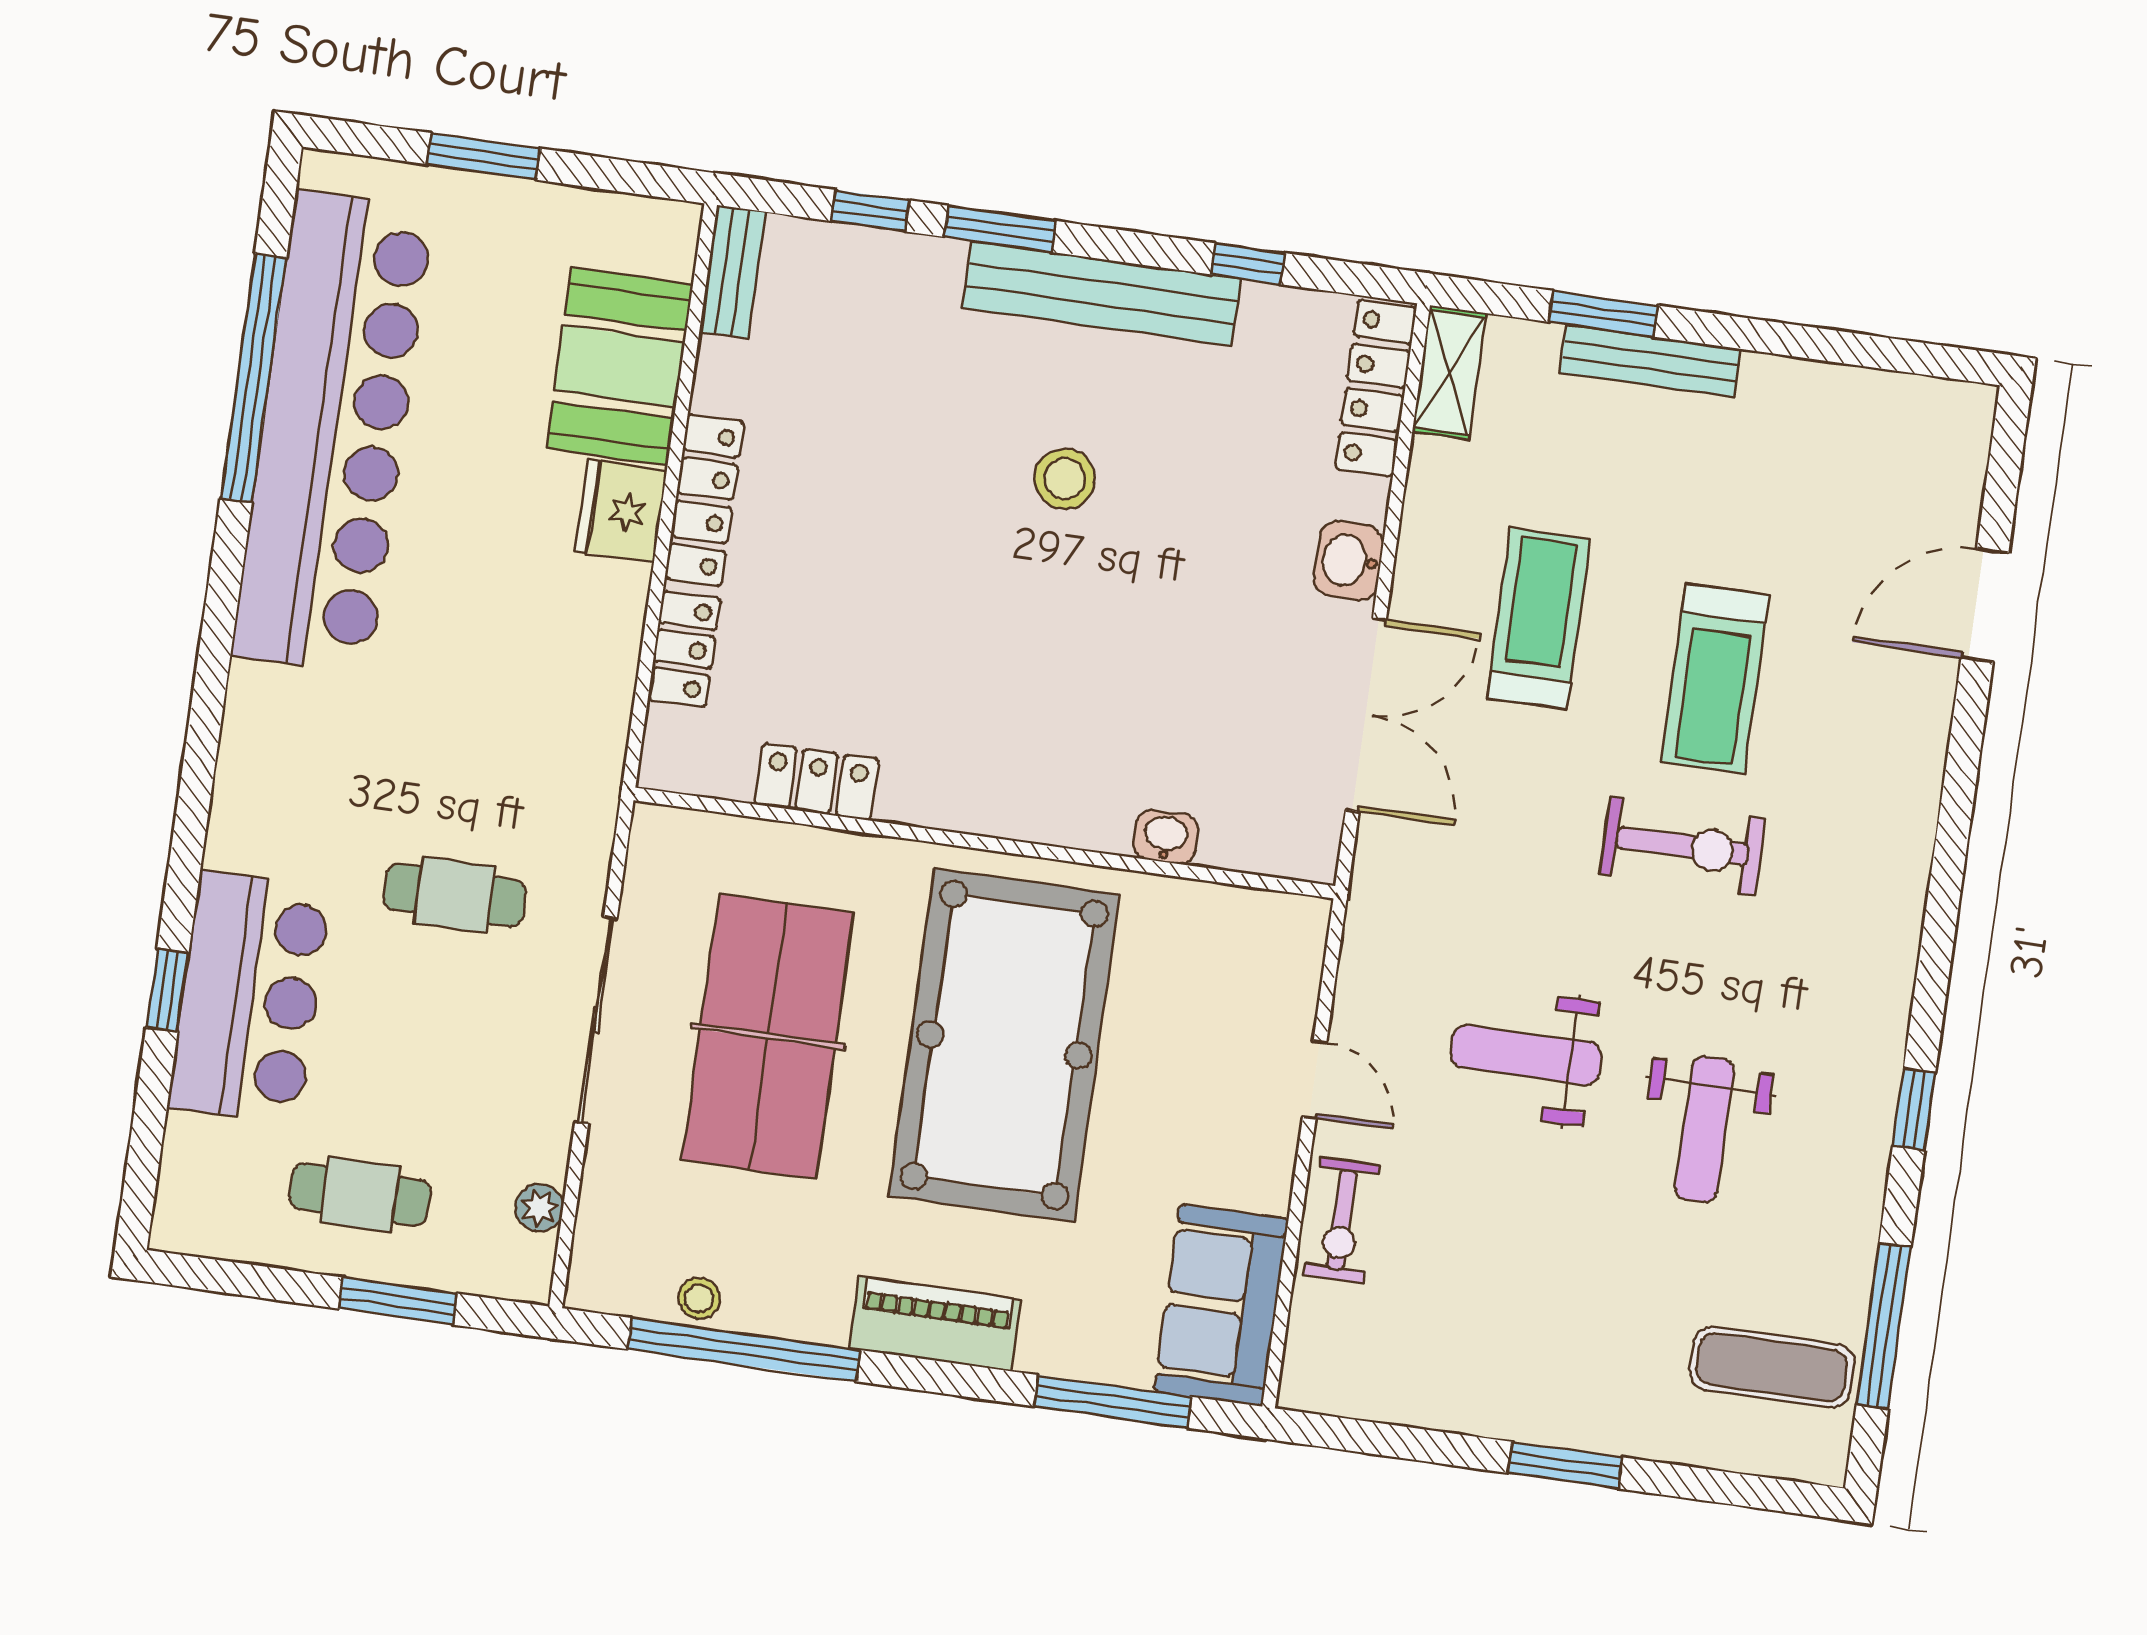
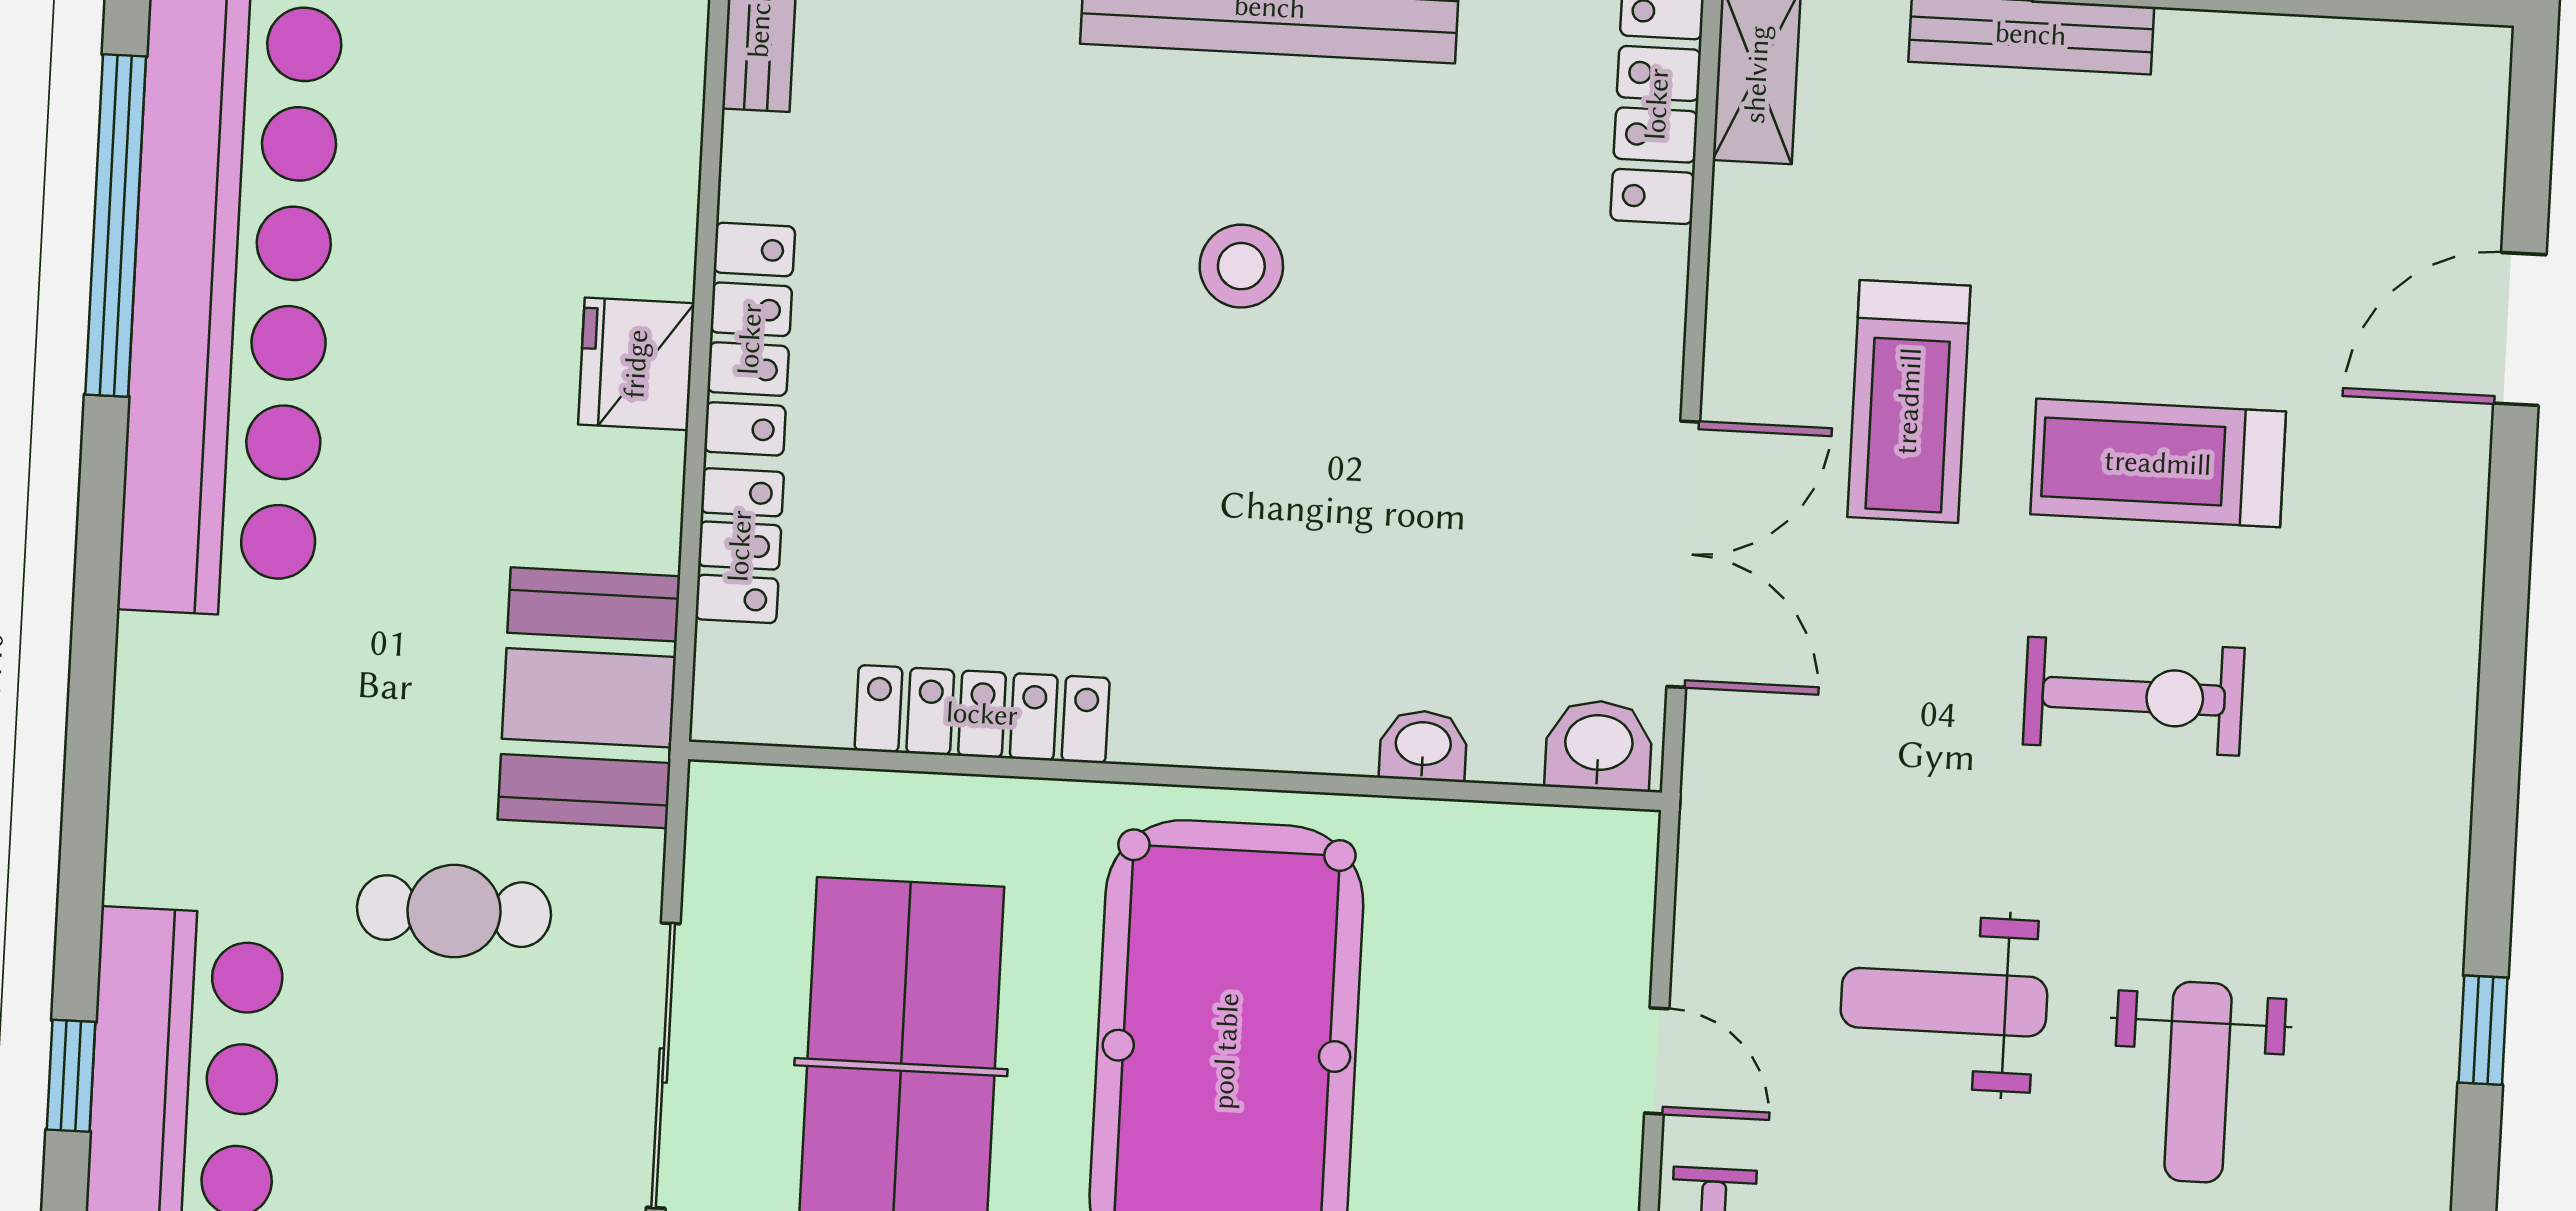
booth: (619, 366) -> (589, 698), moved
washbasin: (1349, 561) -> (1599, 745), moved, turned 90
treadmill: (1539, 619) -> (1909, 401), turned 180
treadmill: (1715, 679) -> (2158, 463), turned 90
locker: (817, 782) -> (982, 714), width x1.53

